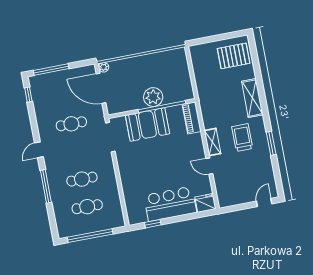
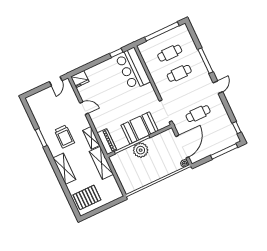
door: (101, 88) -> (182, 147), hinge flipped
shelving: (205, 94) -> (101, 163), added
shelving: (212, 142) -> (91, 138), moved
door: (264, 202) -> (56, 81), moved
bar counter: (170, 204) -> (133, 69), moved, turned 90

